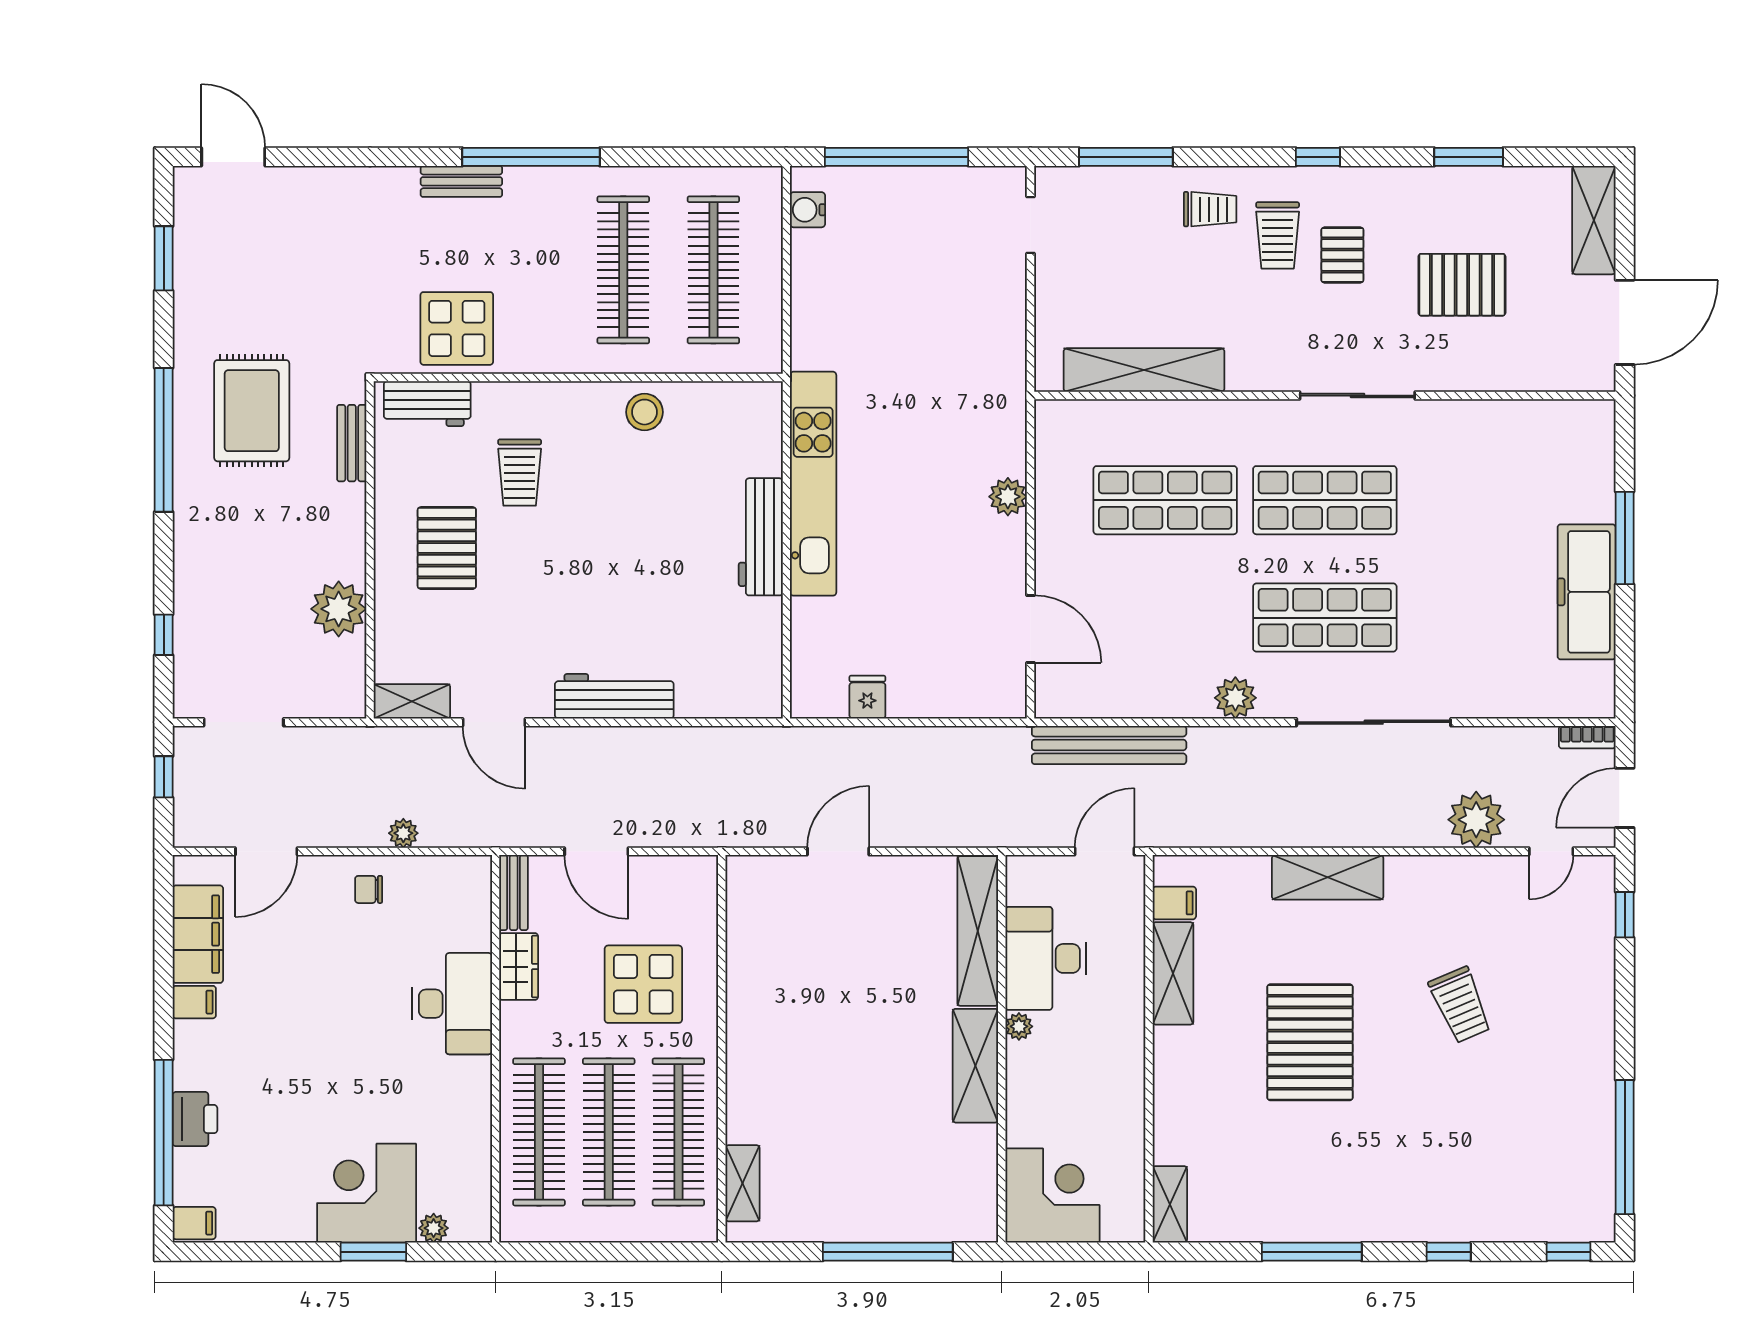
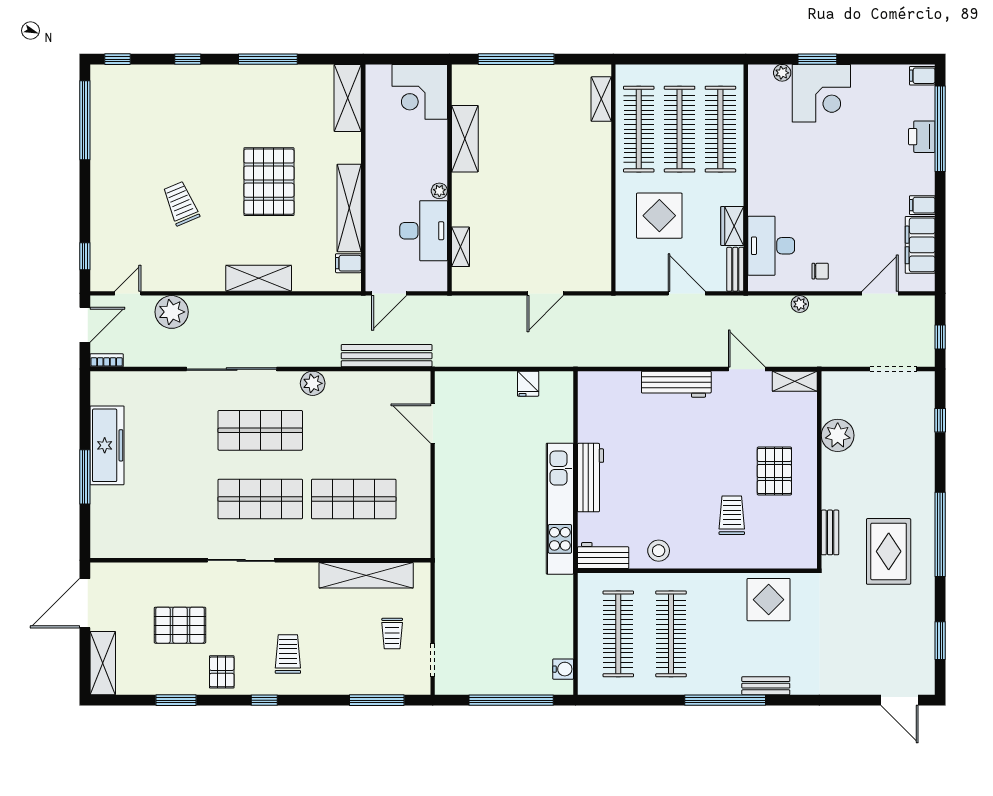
trolley: (1210, 209) -> (392, 633), moved, turned -90
pallet: (1342, 255) -> (222, 672), moved
workbench: (427, 404) -> (603, 556), moved
plant: (1008, 497) -> (446, 501), removed
shelving: (978, 931) -> (460, 247), width x0.45, depth x0.75
shelving: (1173, 973) -> (349, 208), width x1.47
desk: (452, 1004) -> (771, 246), moved
shelving: (975, 1066) -> (465, 139), moved
shelving: (1170, 1204) -> (348, 98), width x1.50, depth x1.33

